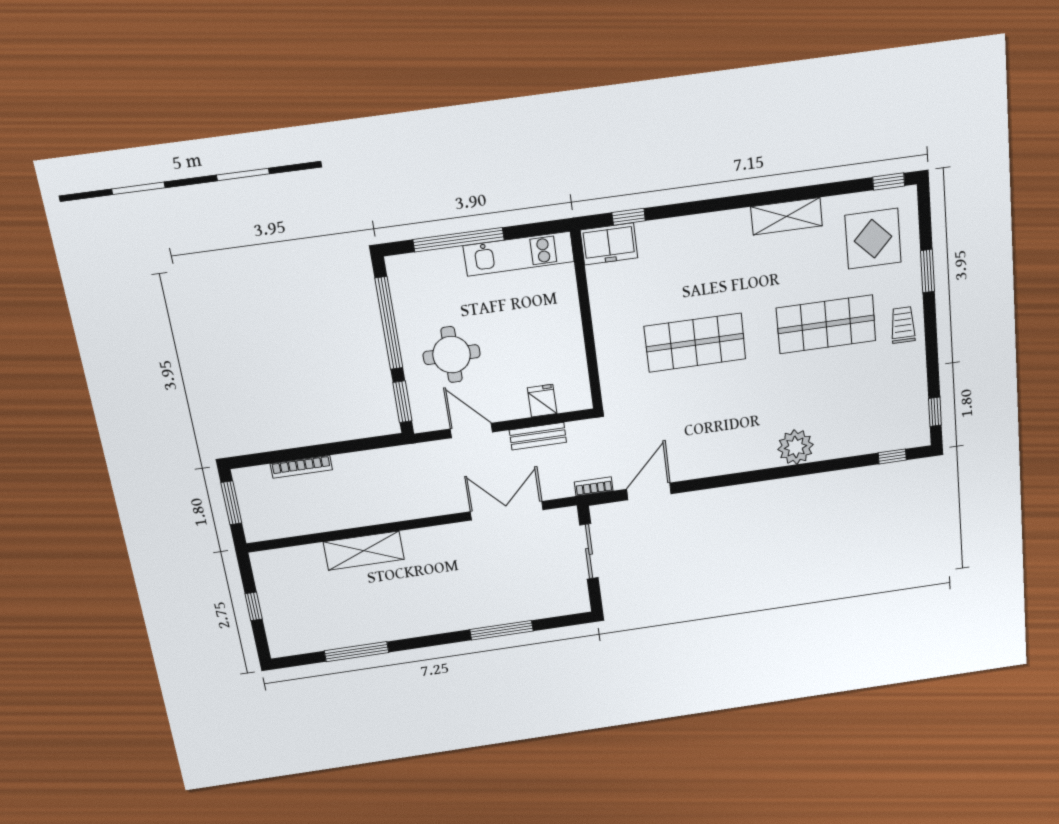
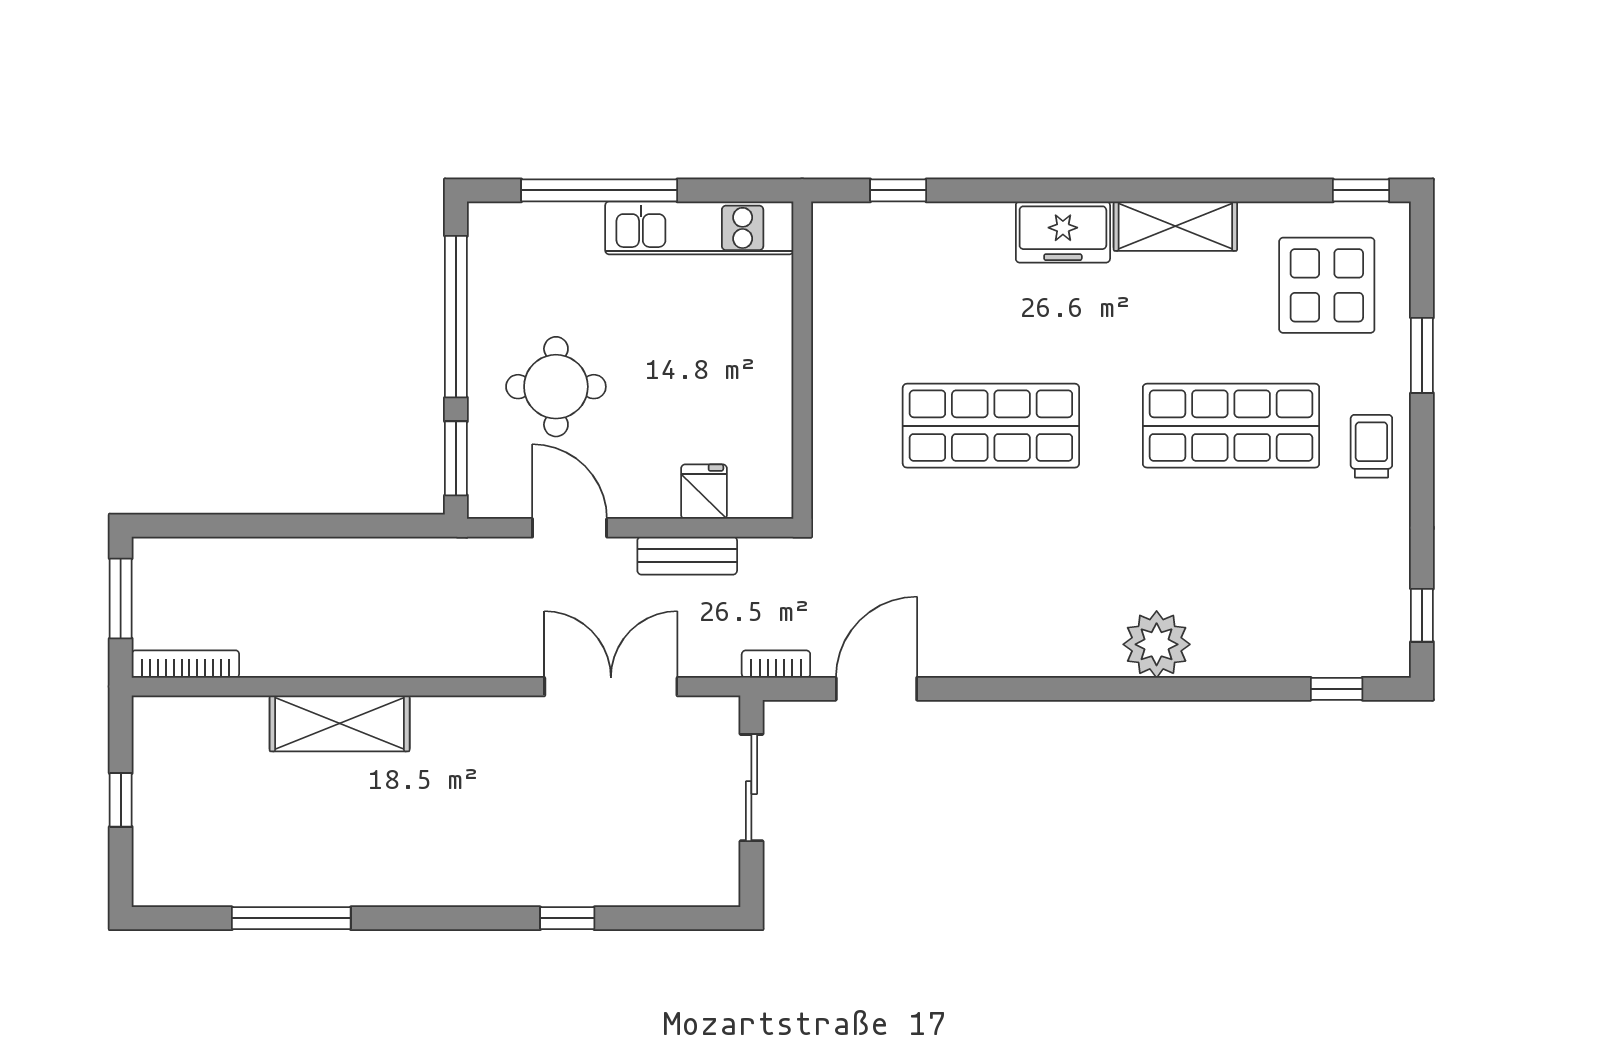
freezer: (609, 244) -> (1063, 232), moved
bookcase: (301, 467) -> (185, 664), moved, turned 180
window: (502, 630) -> (567, 918), width x0.46

